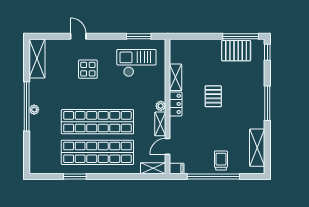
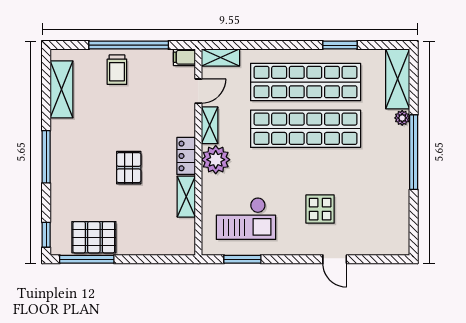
shelving: (37, 58) -> (398, 79), moved
plant: (161, 106) -> (216, 160), width x1.87, depth x1.87
plant: (34, 110) -> (402, 118), moved

